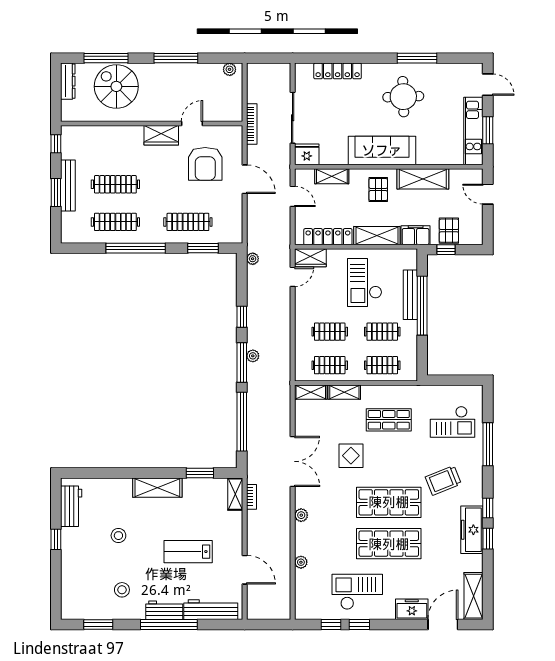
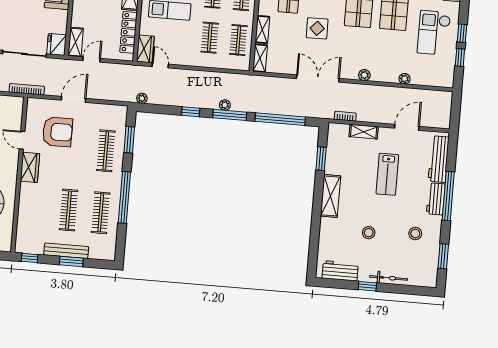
shelving: (332, 176) -> (76, 42), moved
shelving: (235, 494) -> (364, 132), moved
bicycle: (68, 563) -> (389, 278), added

